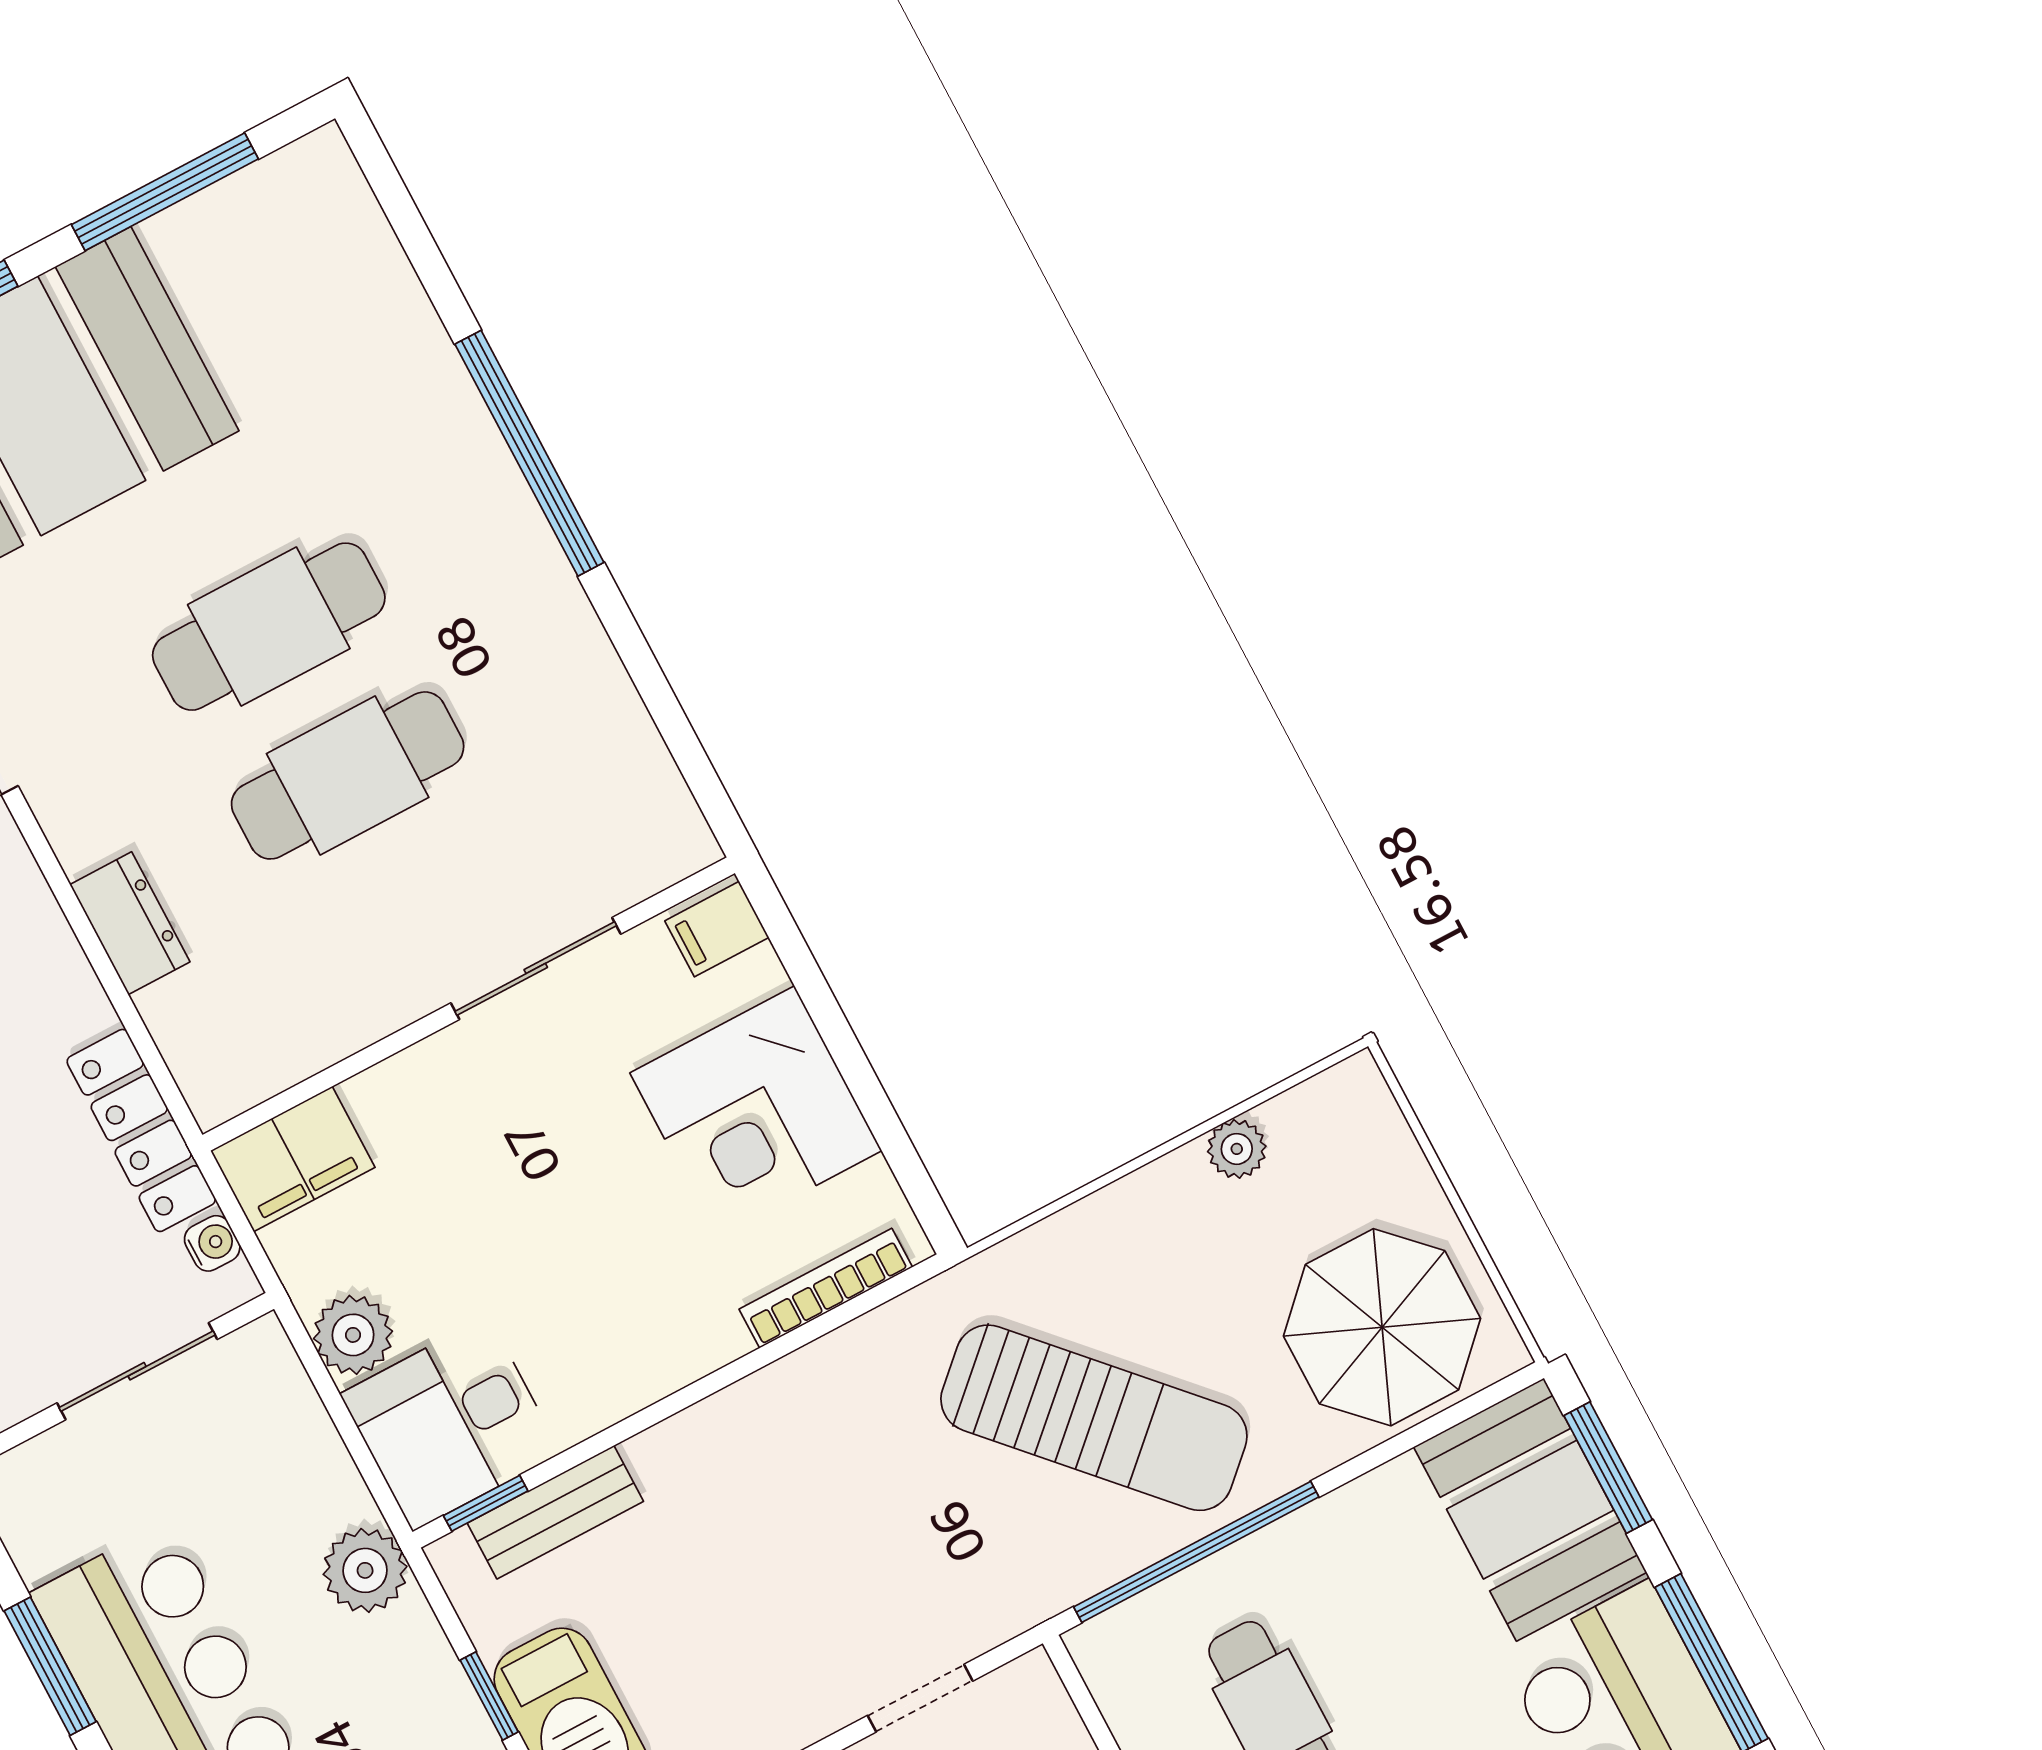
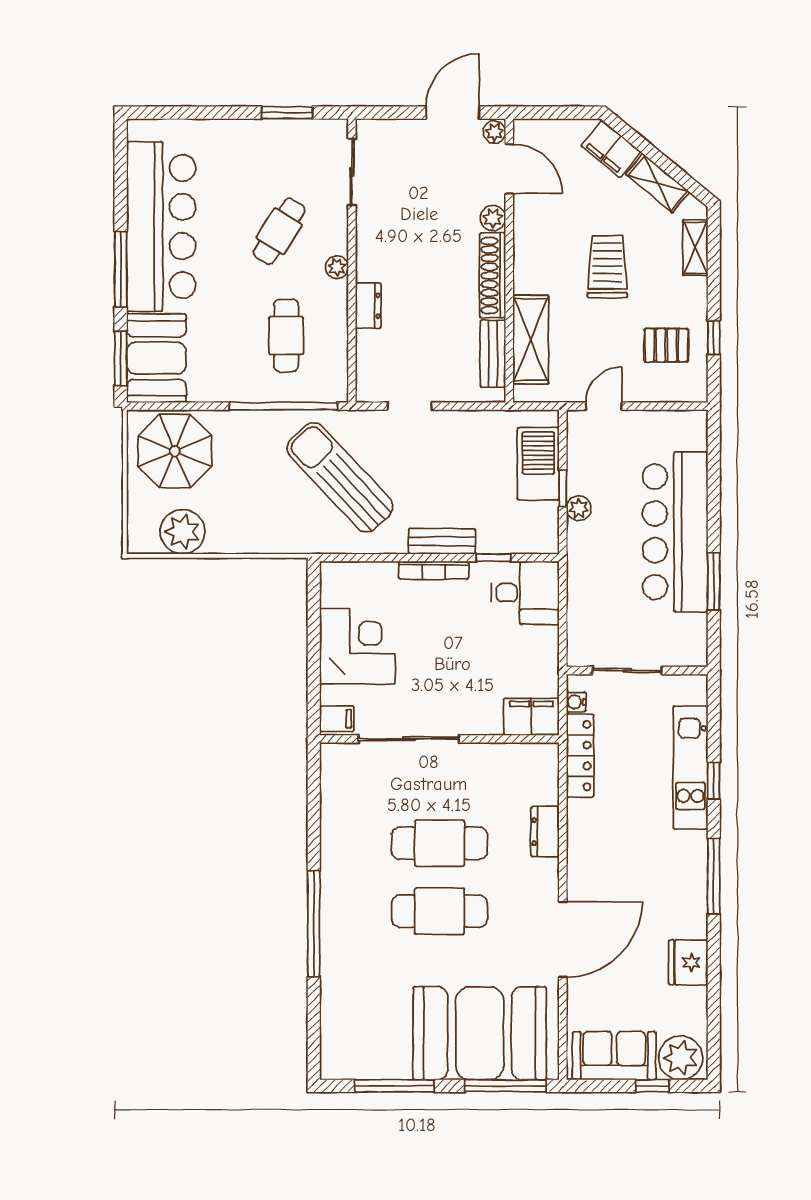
sliding door: (536, 968) -> (409, 739), width x1.37
plant: (1237, 1149) -> (183, 532), width x1.88, depth x1.88
bookcase: (826, 1288) -> (434, 570), moved
plant: (353, 1335) -> (543, 643), removed
sun lounger: (1094, 1418) -> (340, 477), moved
window: (486, 1503) -> (494, 558), moved
bench: (555, 1512) -> (442, 541), moved
plant: (365, 1570) -> (579, 508), moved, width x0.73, depth x0.73

